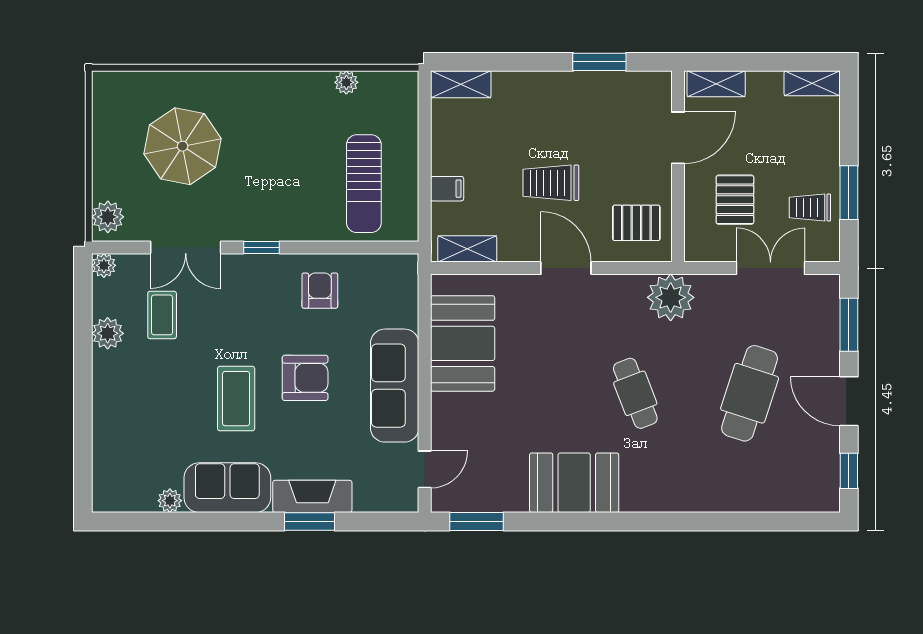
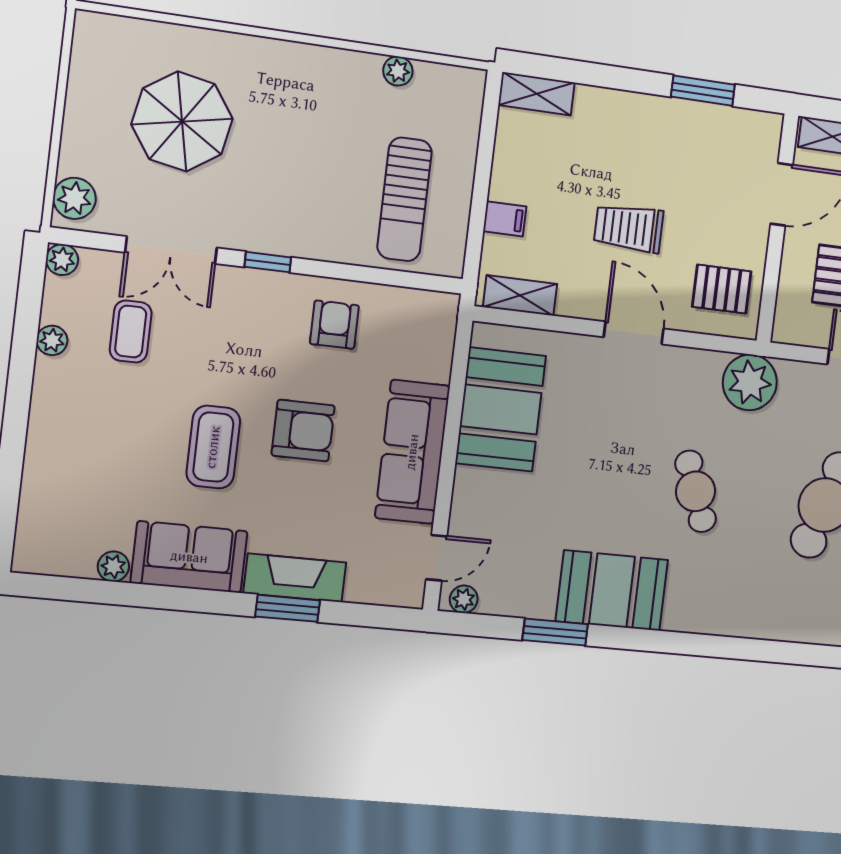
plant: (108, 333) -> (52, 340), width x0.73, depth x0.73
plant: (451, 501) -> (464, 599), added
window: (476, 521) -> (555, 632), moved

